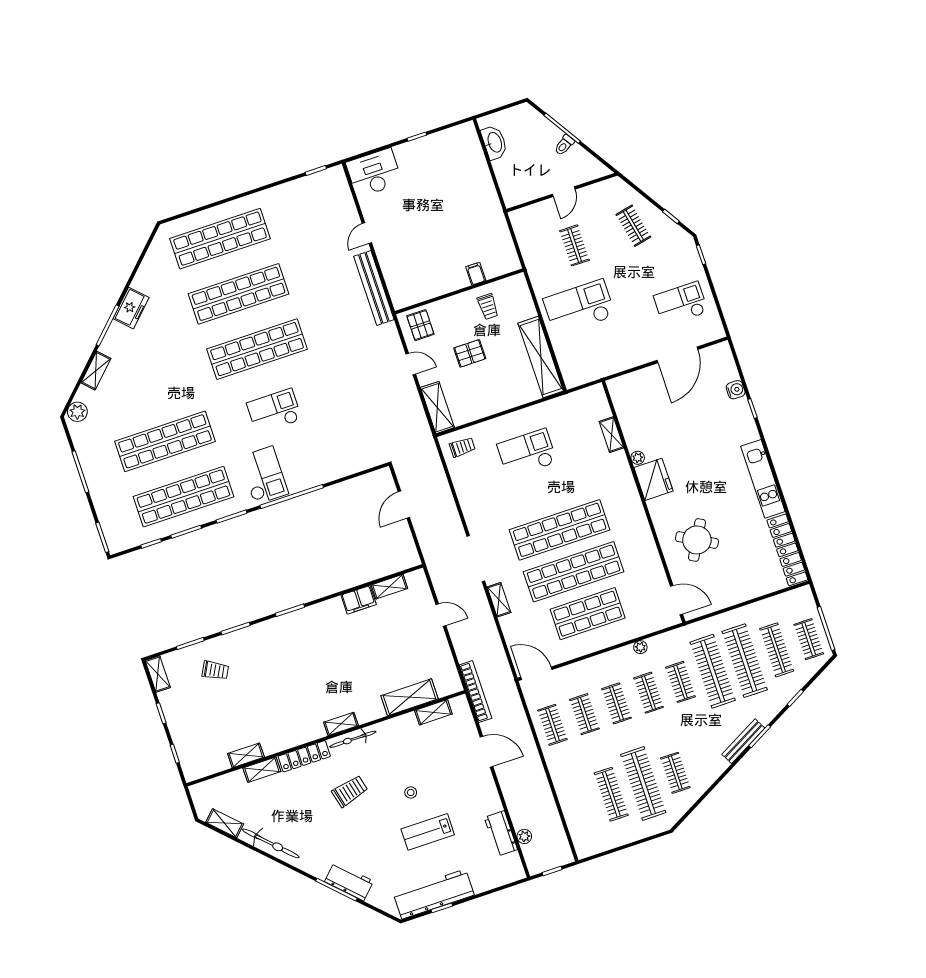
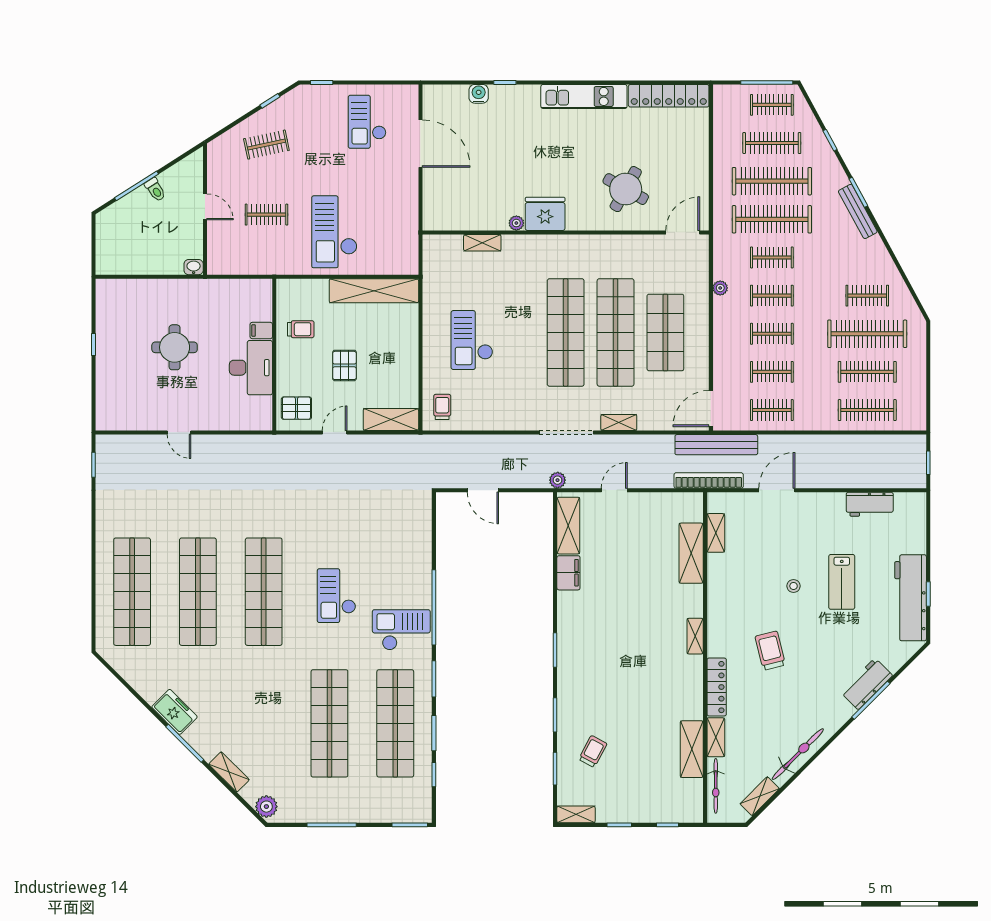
washbasin: (494, 143) -> (194, 267), moved, width x0.52, depth x0.69
desk: (374, 173) -> (251, 368), moved, turned 180
round table: (437, 206) -> (175, 347), added
bench: (374, 288) -> (716, 445), moved
shelving: (389, 587) -> (568, 526), width x1.50, depth x1.33
bicycle: (353, 739) -> (716, 786), moved
shelving: (246, 755) -> (692, 749), width x1.50, depth x1.33
clothes rail: (579, 805) -> (867, 410), added
plant: (524, 836) -> (558, 480), moved

